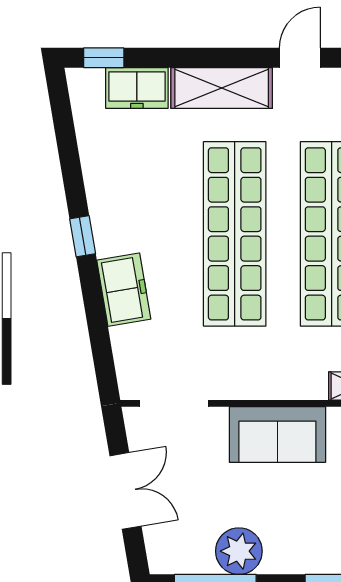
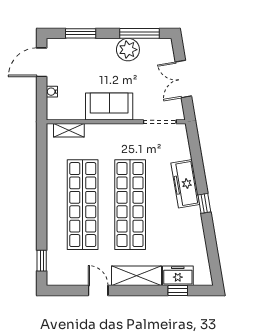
window: (104, 58) -> (178, 291), moved
door: (300, 58) -> (98, 291), swing flipped
freezer: (124, 290) -> (185, 184), width x1.40

